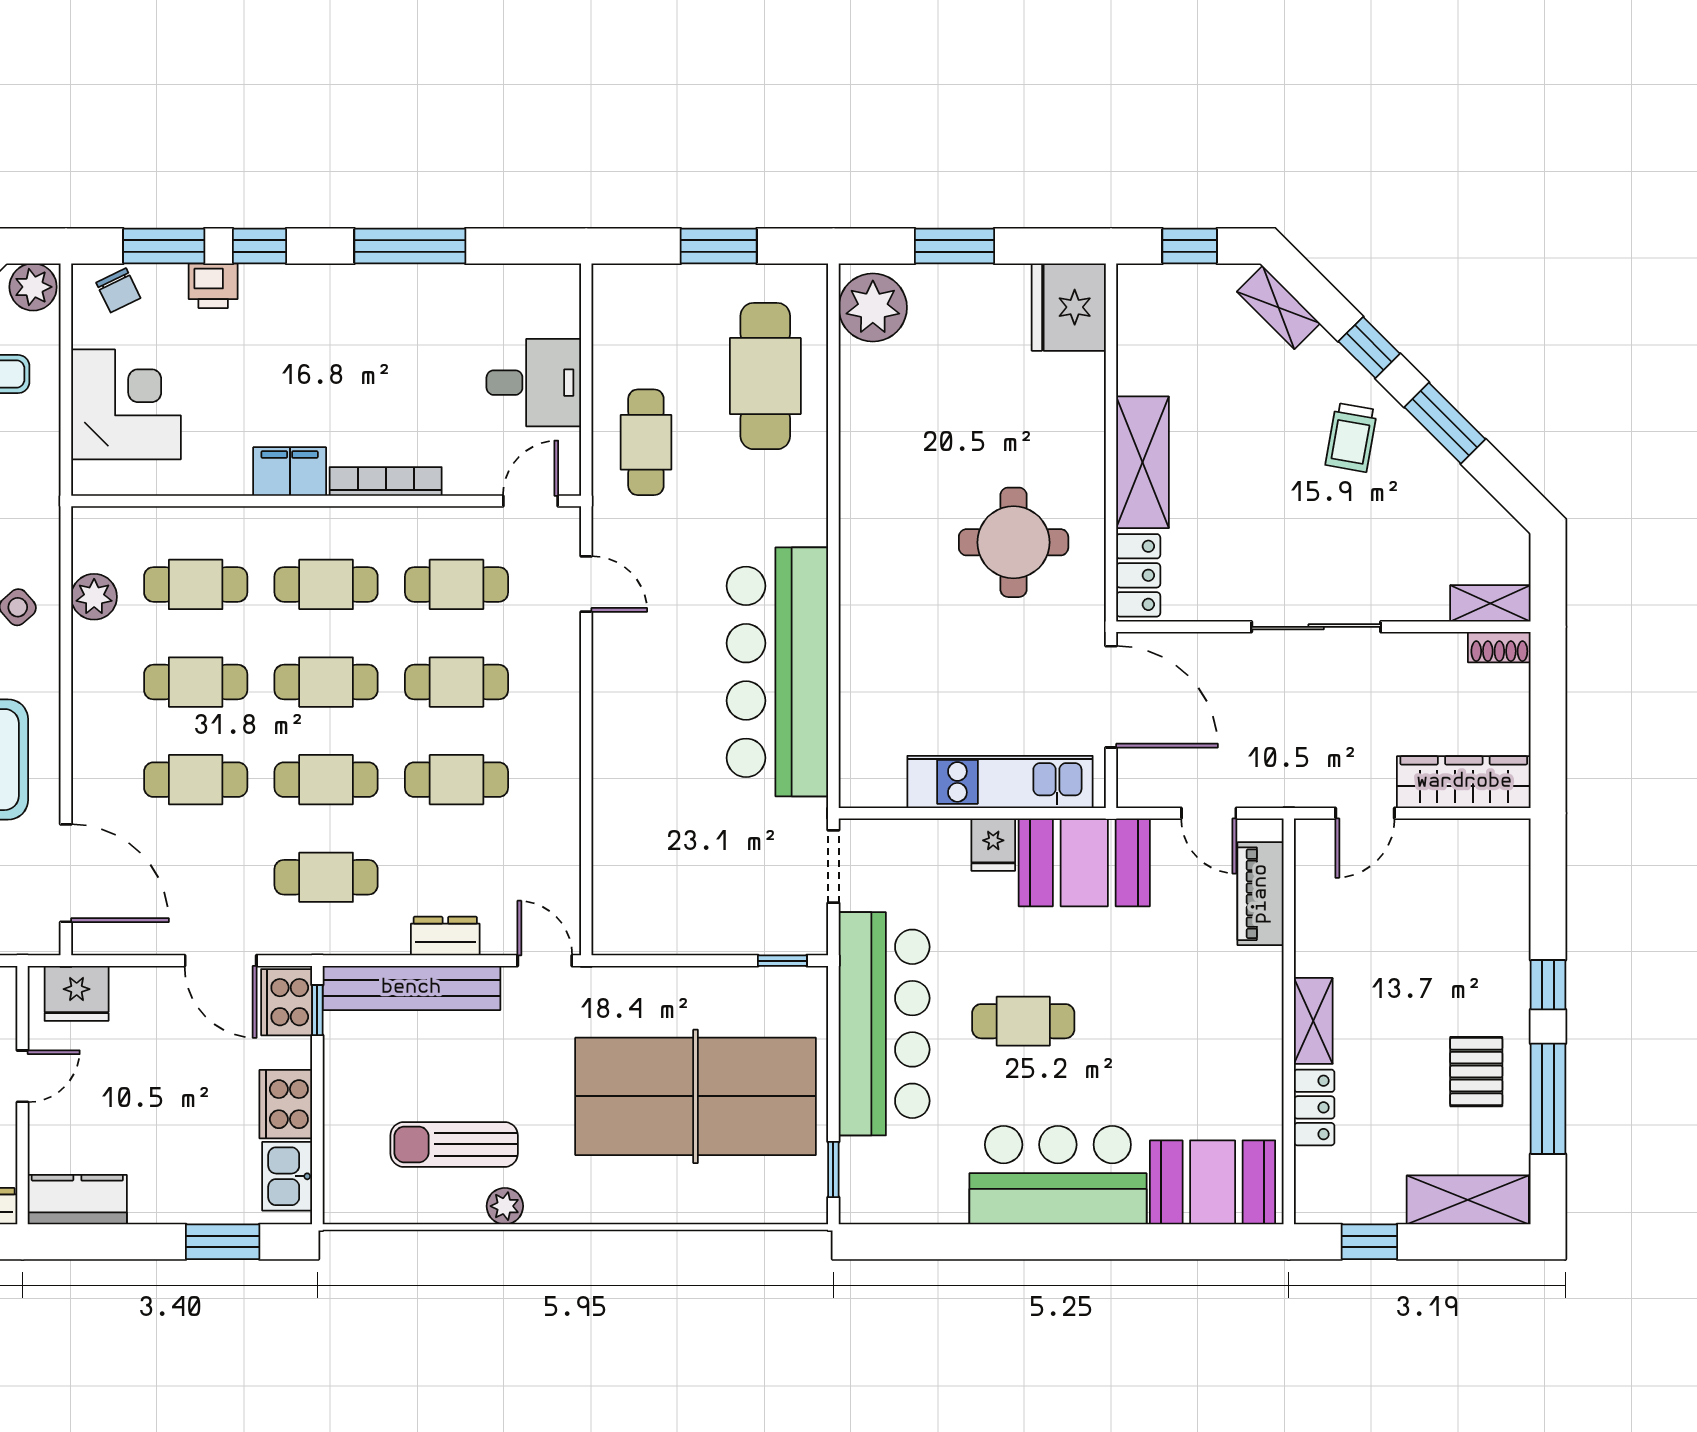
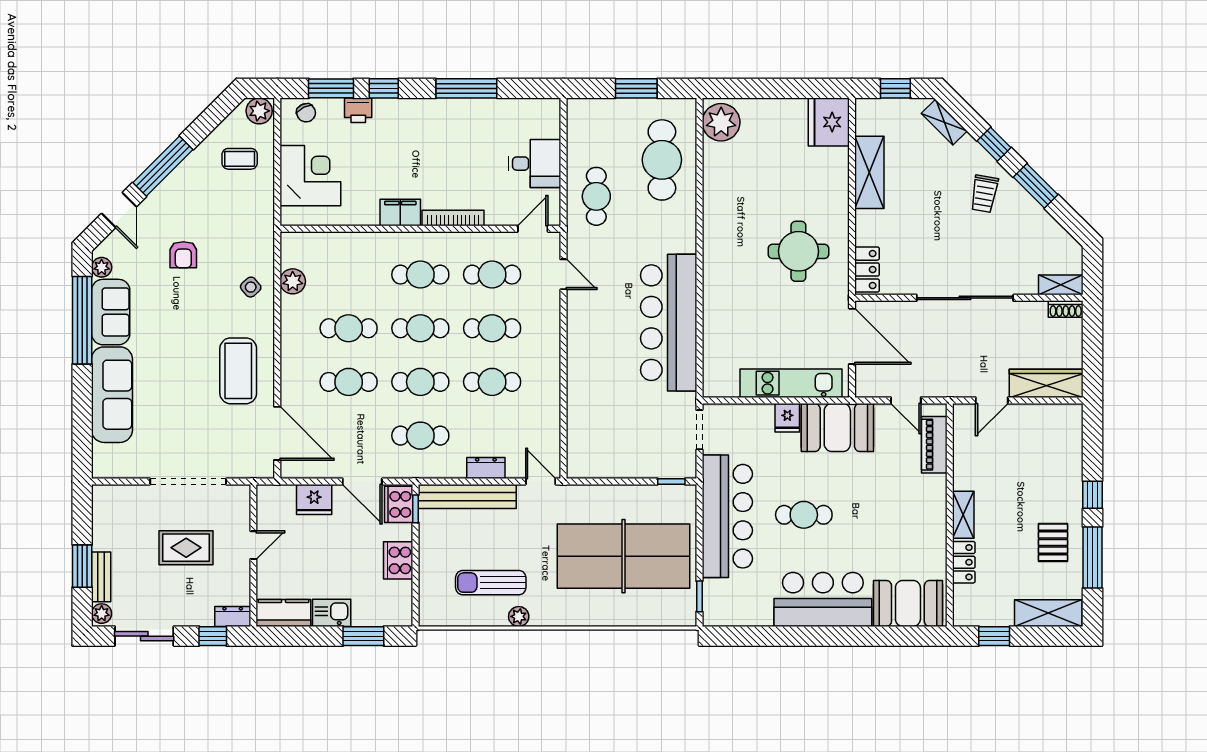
window: (955, 246) -> (766, 88), removed
shelving: (1143, 462) -> (869, 172), moved
cafe table: (196, 584) -> (349, 275), removed
sliding door: (1316, 627) -> (965, 298), width x1.36
fridge: (77, 993) -> (314, 500), moved
kitchen sink: (287, 1176) -> (332, 613), moved, turned 90

